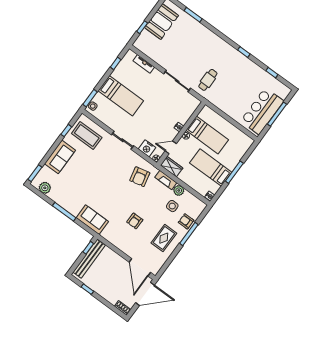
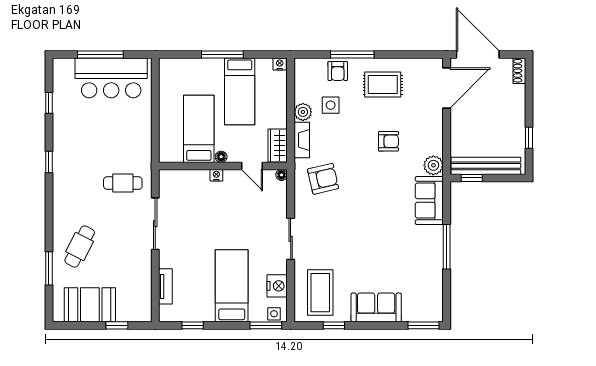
cafe table: (193, 37) -> (80, 247), added
nightstand: (147, 148) -> (277, 286), moved
plant: (45, 188) -> (433, 165), moved

